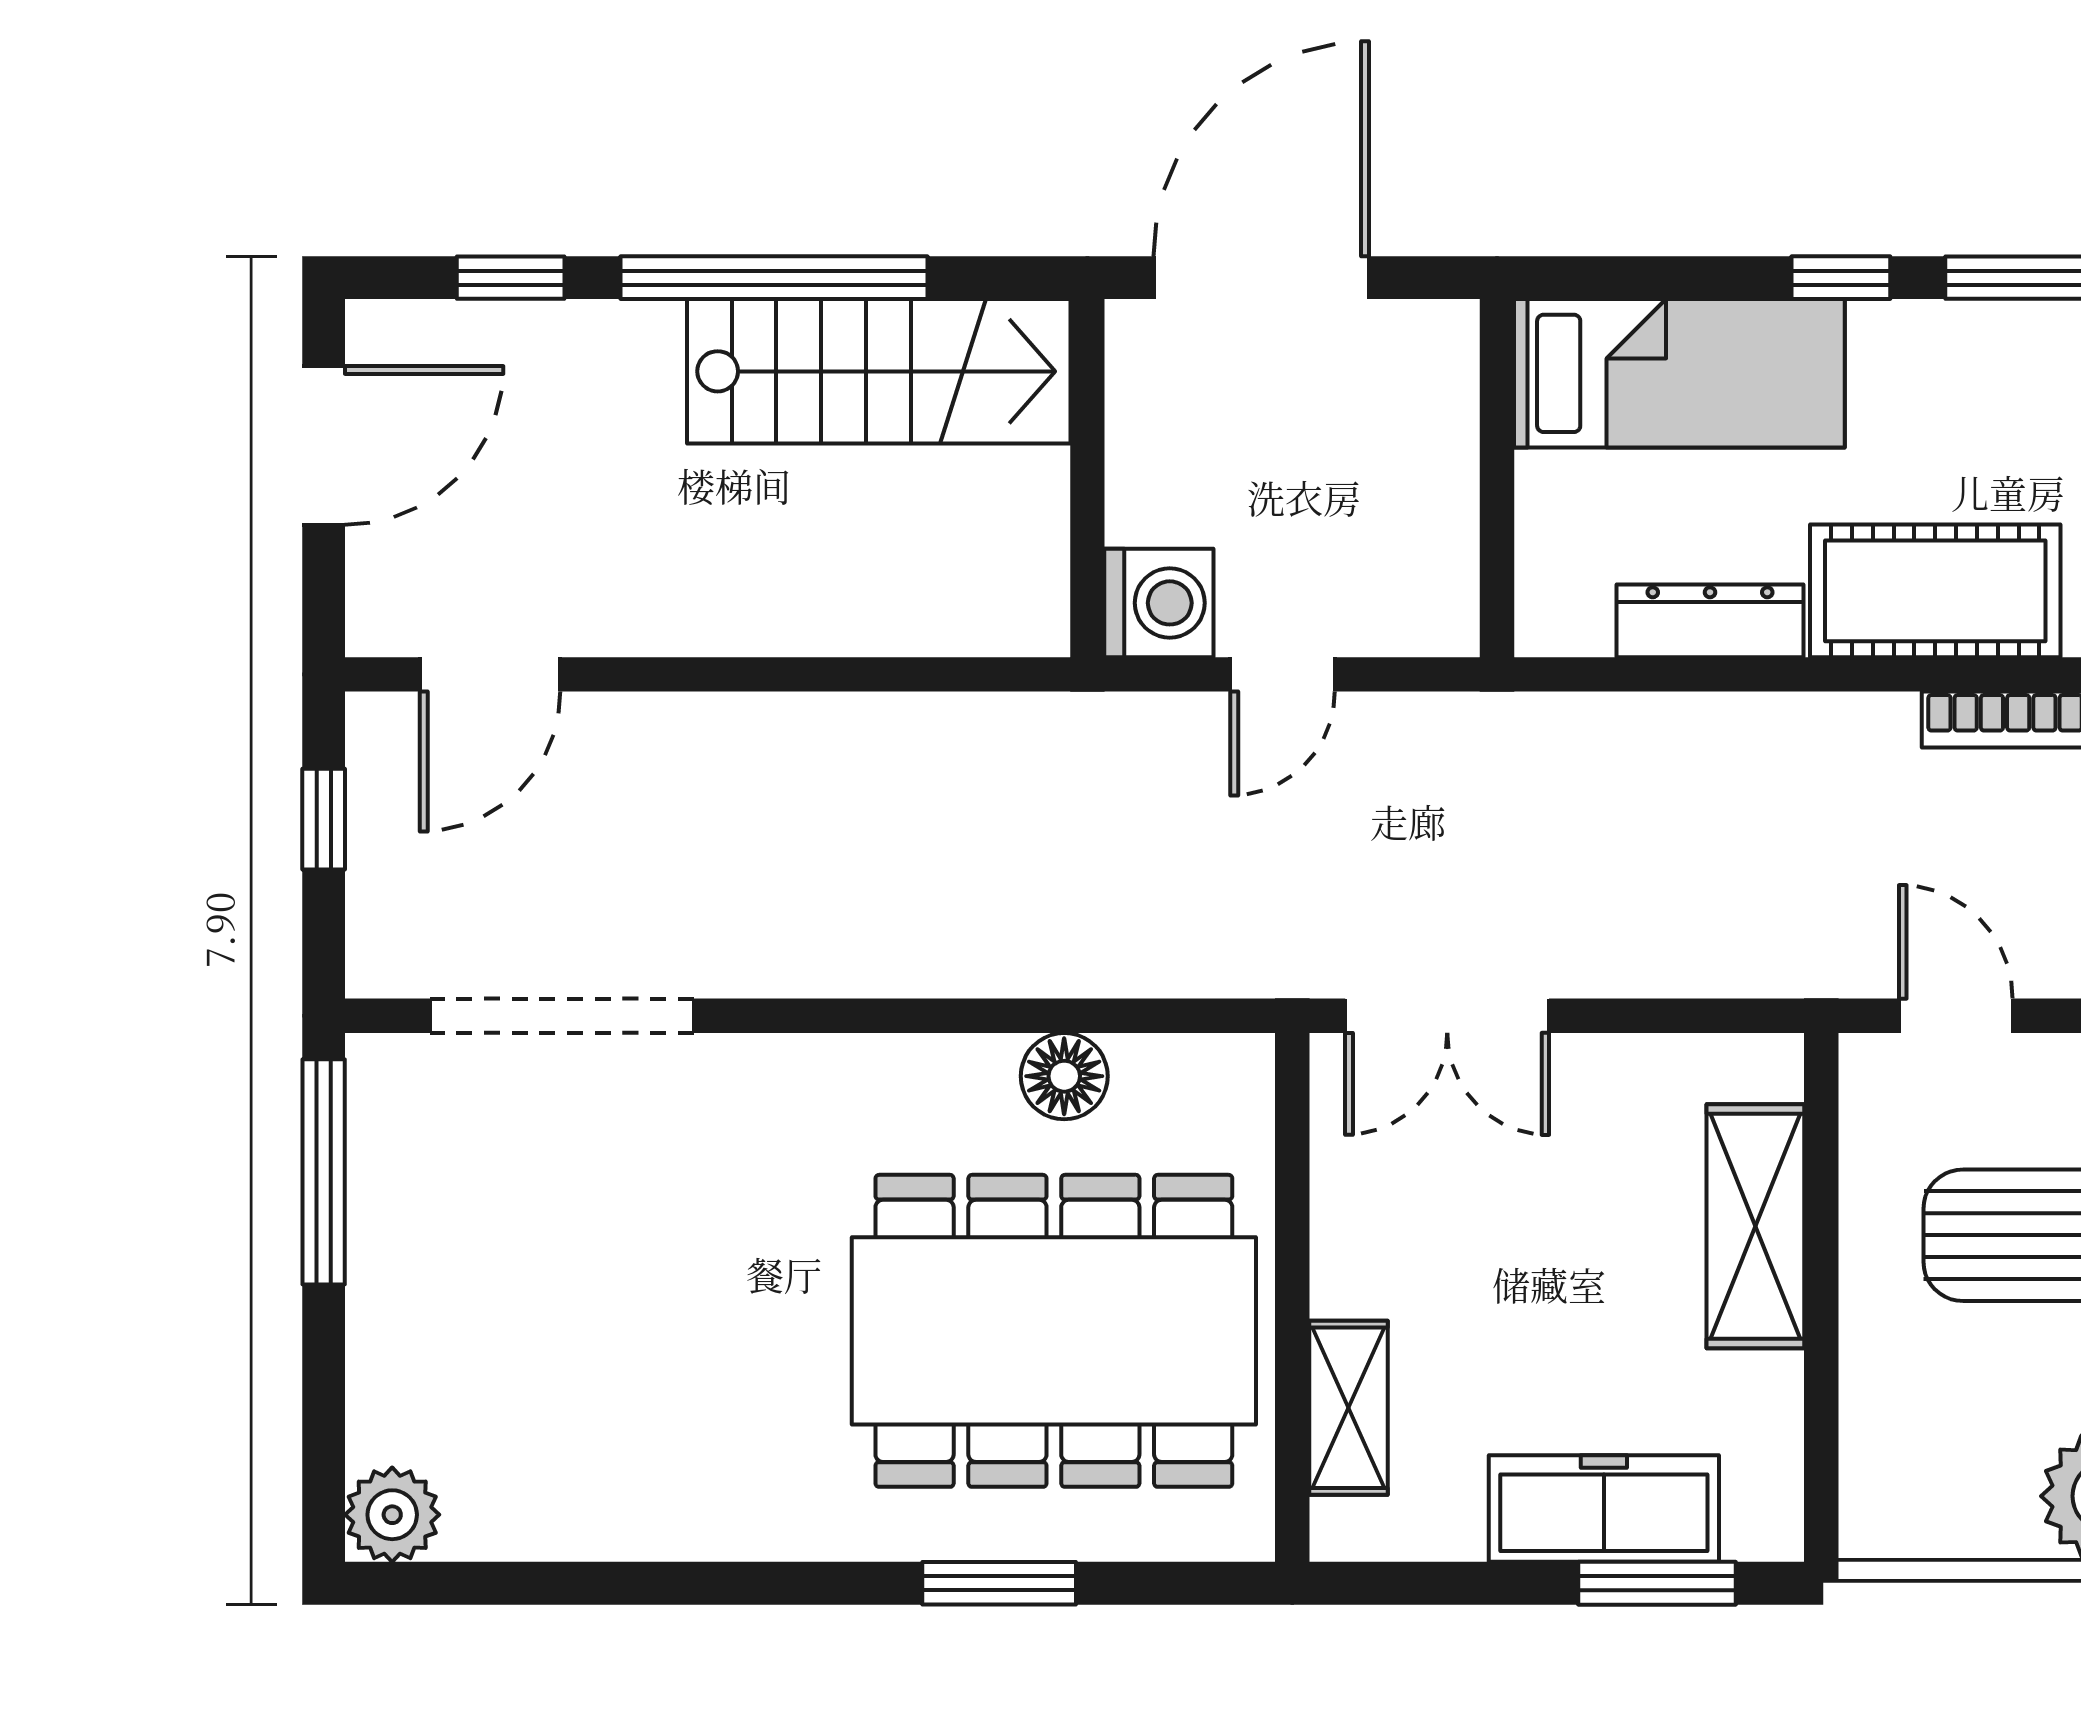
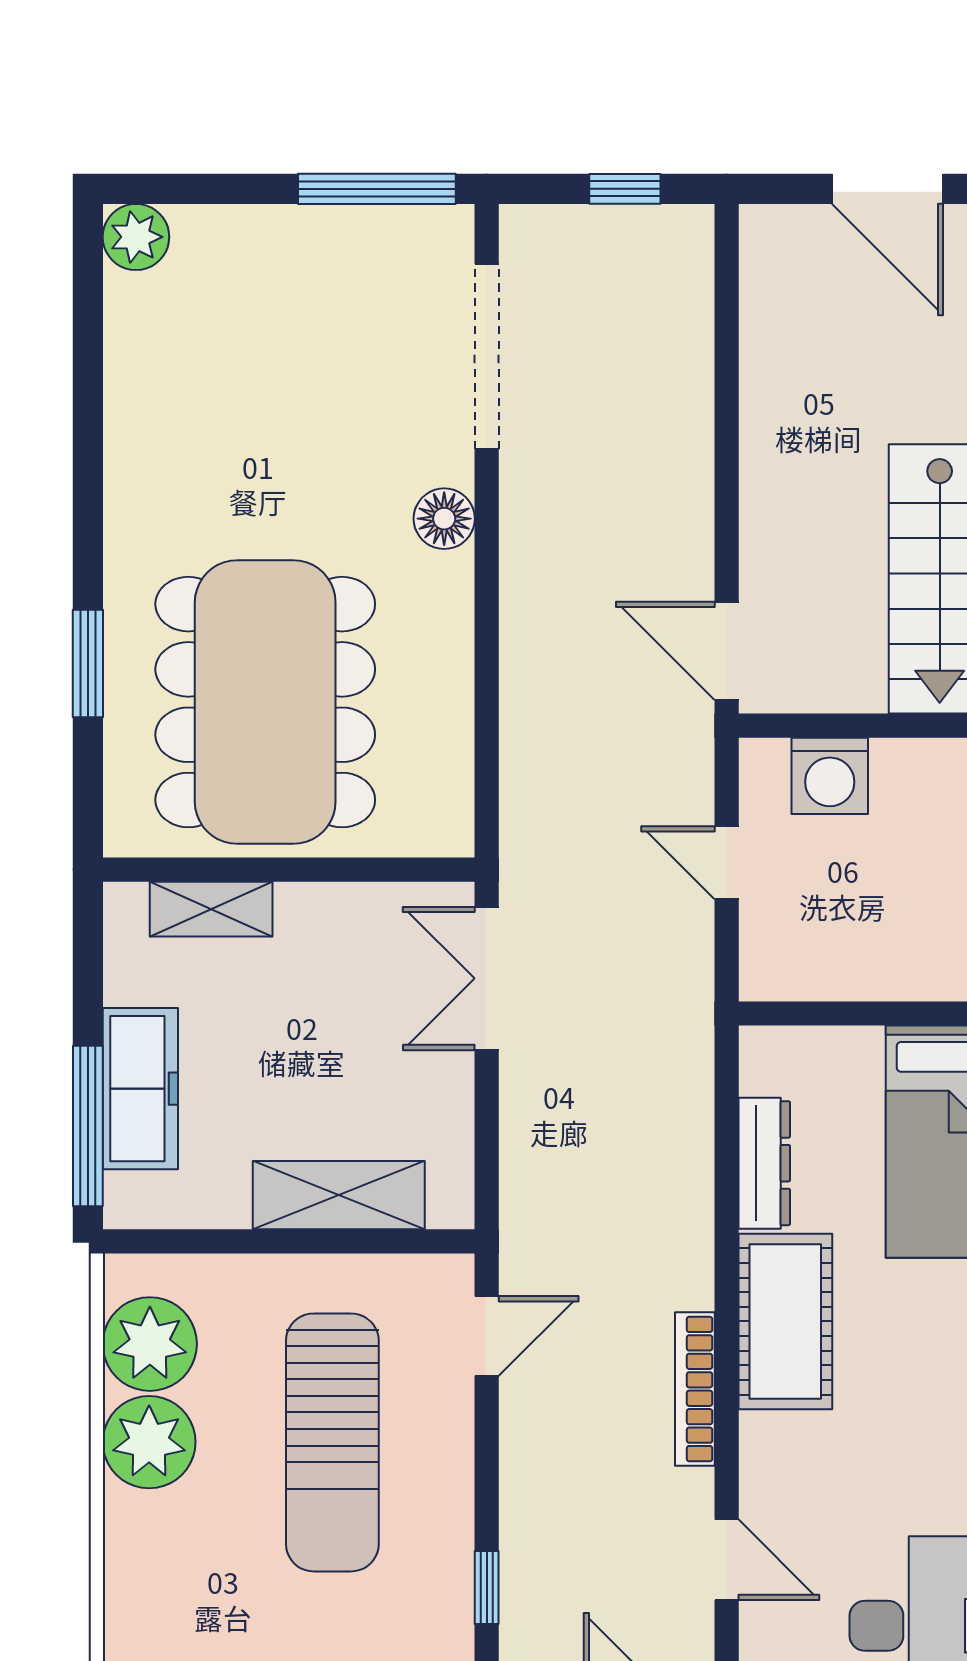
washing machine: (1159, 603) -> (830, 776), moved
door: (490, 674) -> (727, 651), moved
floor lamp: (1064, 1076) -> (444, 519), moved
plant: (1967, 1495) -> (150, 1344), added
window: (1657, 1583) -> (88, 1126), width x1.44

